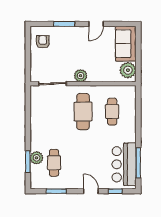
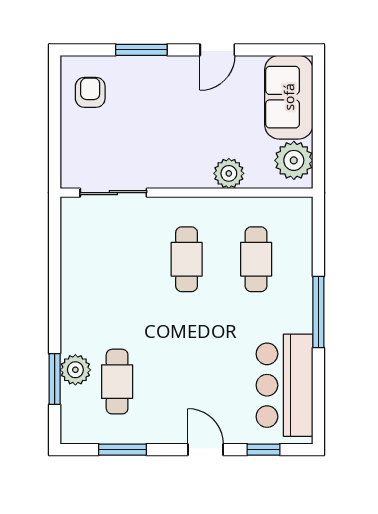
plant: (81, 76) -> (229, 173), moved
cafe table: (83, 112) -> (187, 259), width x0.73, depth x0.74
window: (138, 163) -> (318, 312), moved

